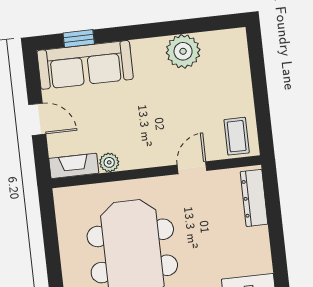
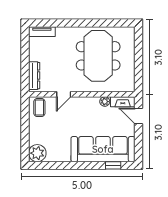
plant: (183, 51) -> (37, 153), moved
sofa: (85, 65) -> (103, 149), width x1.36, depth x1.27
door: (37, 119) -> (138, 116), moved

